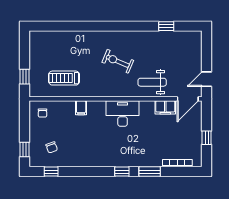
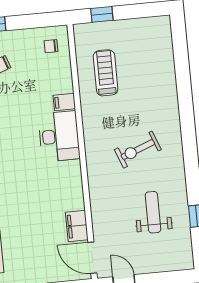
exercise bike: (118, 61) -> (138, 150), turned -134
weight bench: (152, 82) -> (153, 212), moved
desk: (123, 113) -> (59, 136), moved

